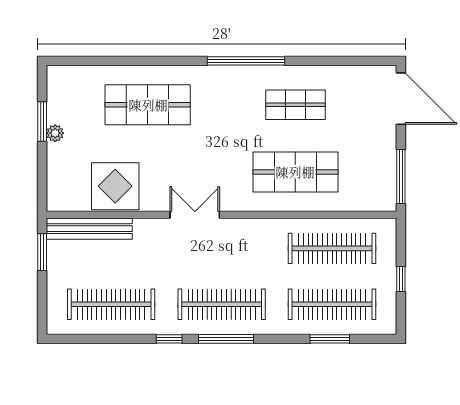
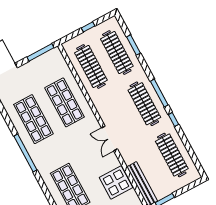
shop shelf: (295, 105) -> (33, 119), width x1.43, depth x1.36

